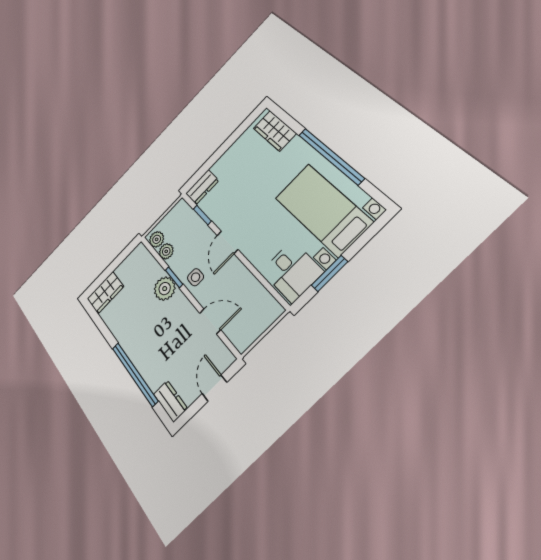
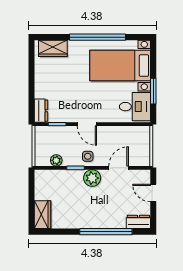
plant: (157, 239) -> (43, 160), removed
plant: (165, 289) -> (92, 178), moved

